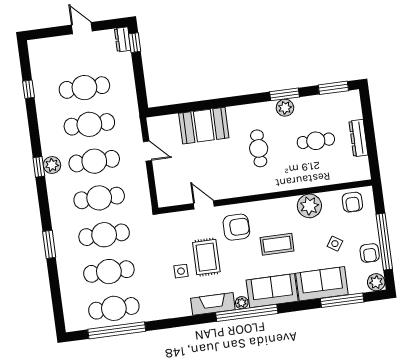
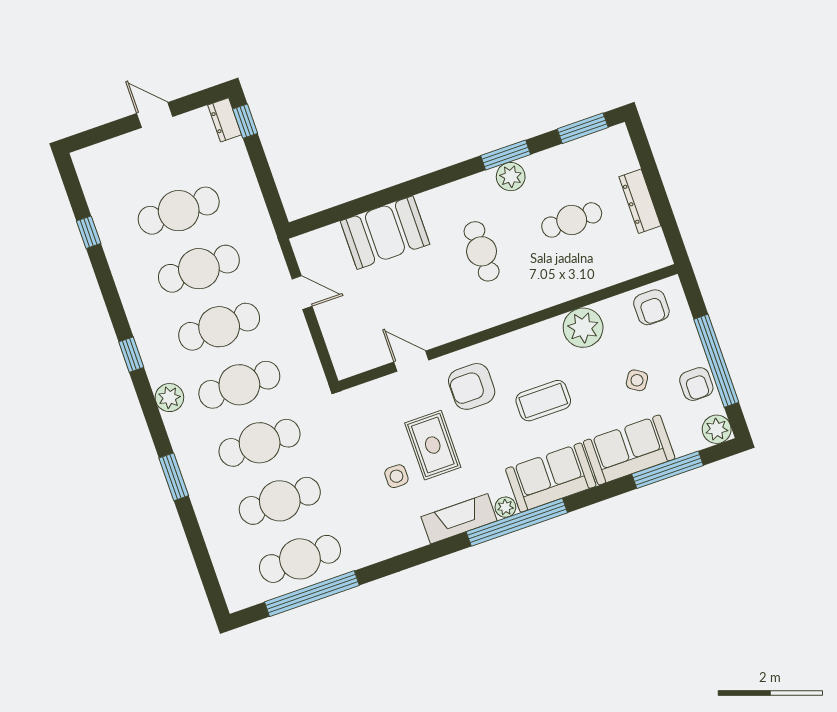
plant: (52, 165) -> (169, 398), moved
armchair: (236, 227) -> (472, 386), turned 180

